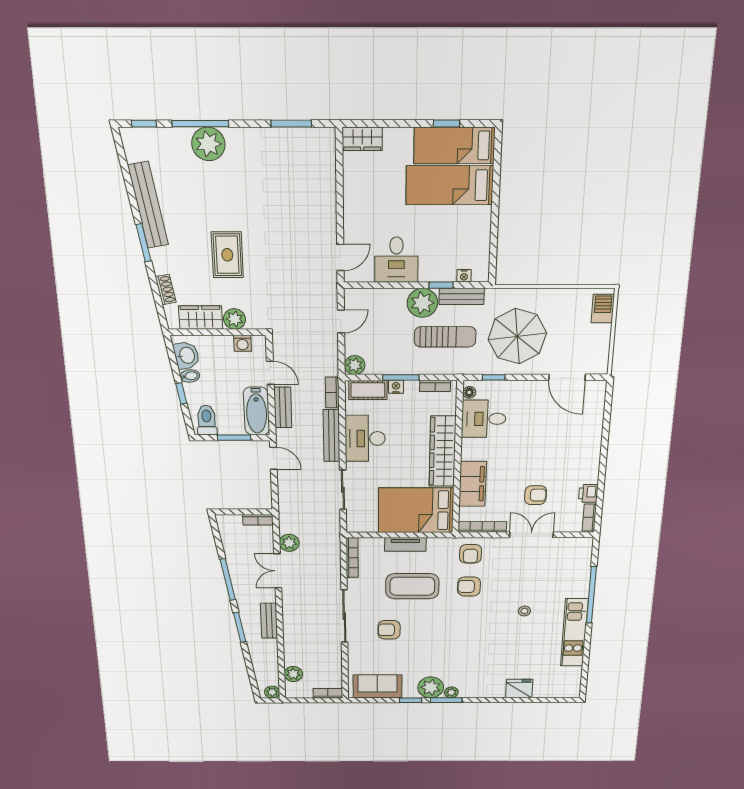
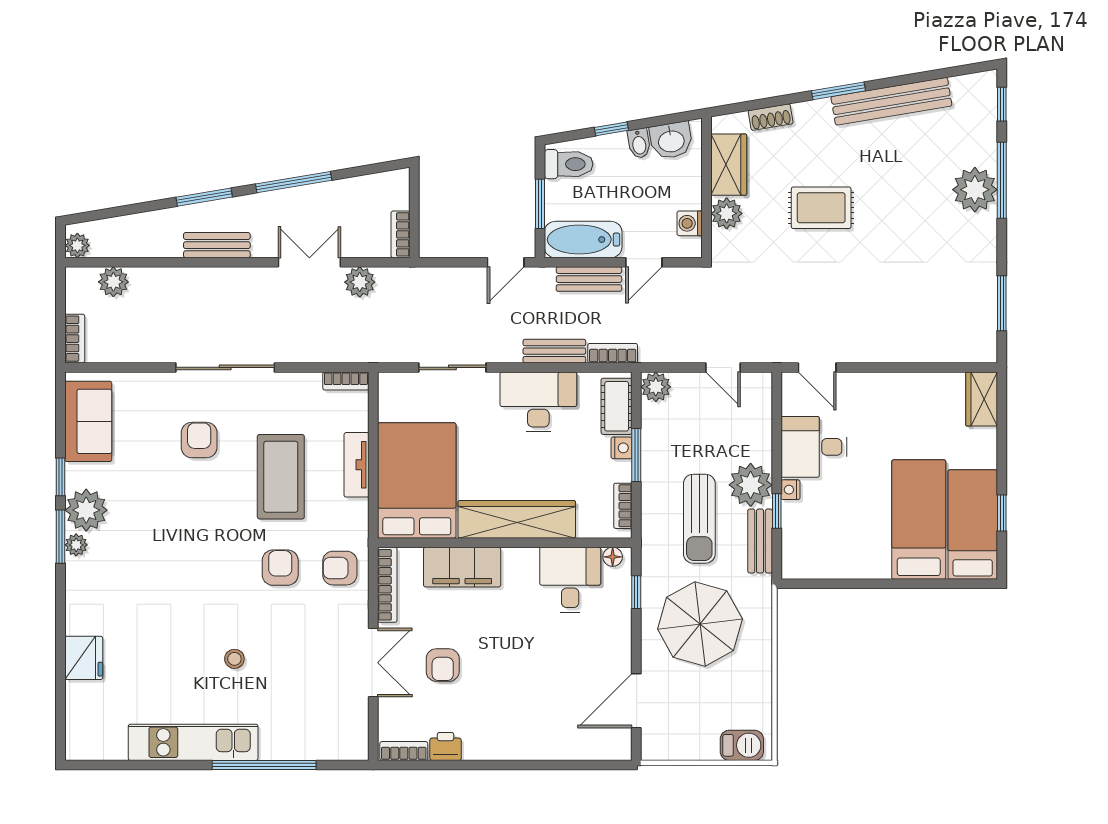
nightstand: (464, 276) -> (790, 490), moved
bench: (331, 436) -> (554, 351), width x0.73
bookcase: (352, 558) -> (346, 381), width x0.64

